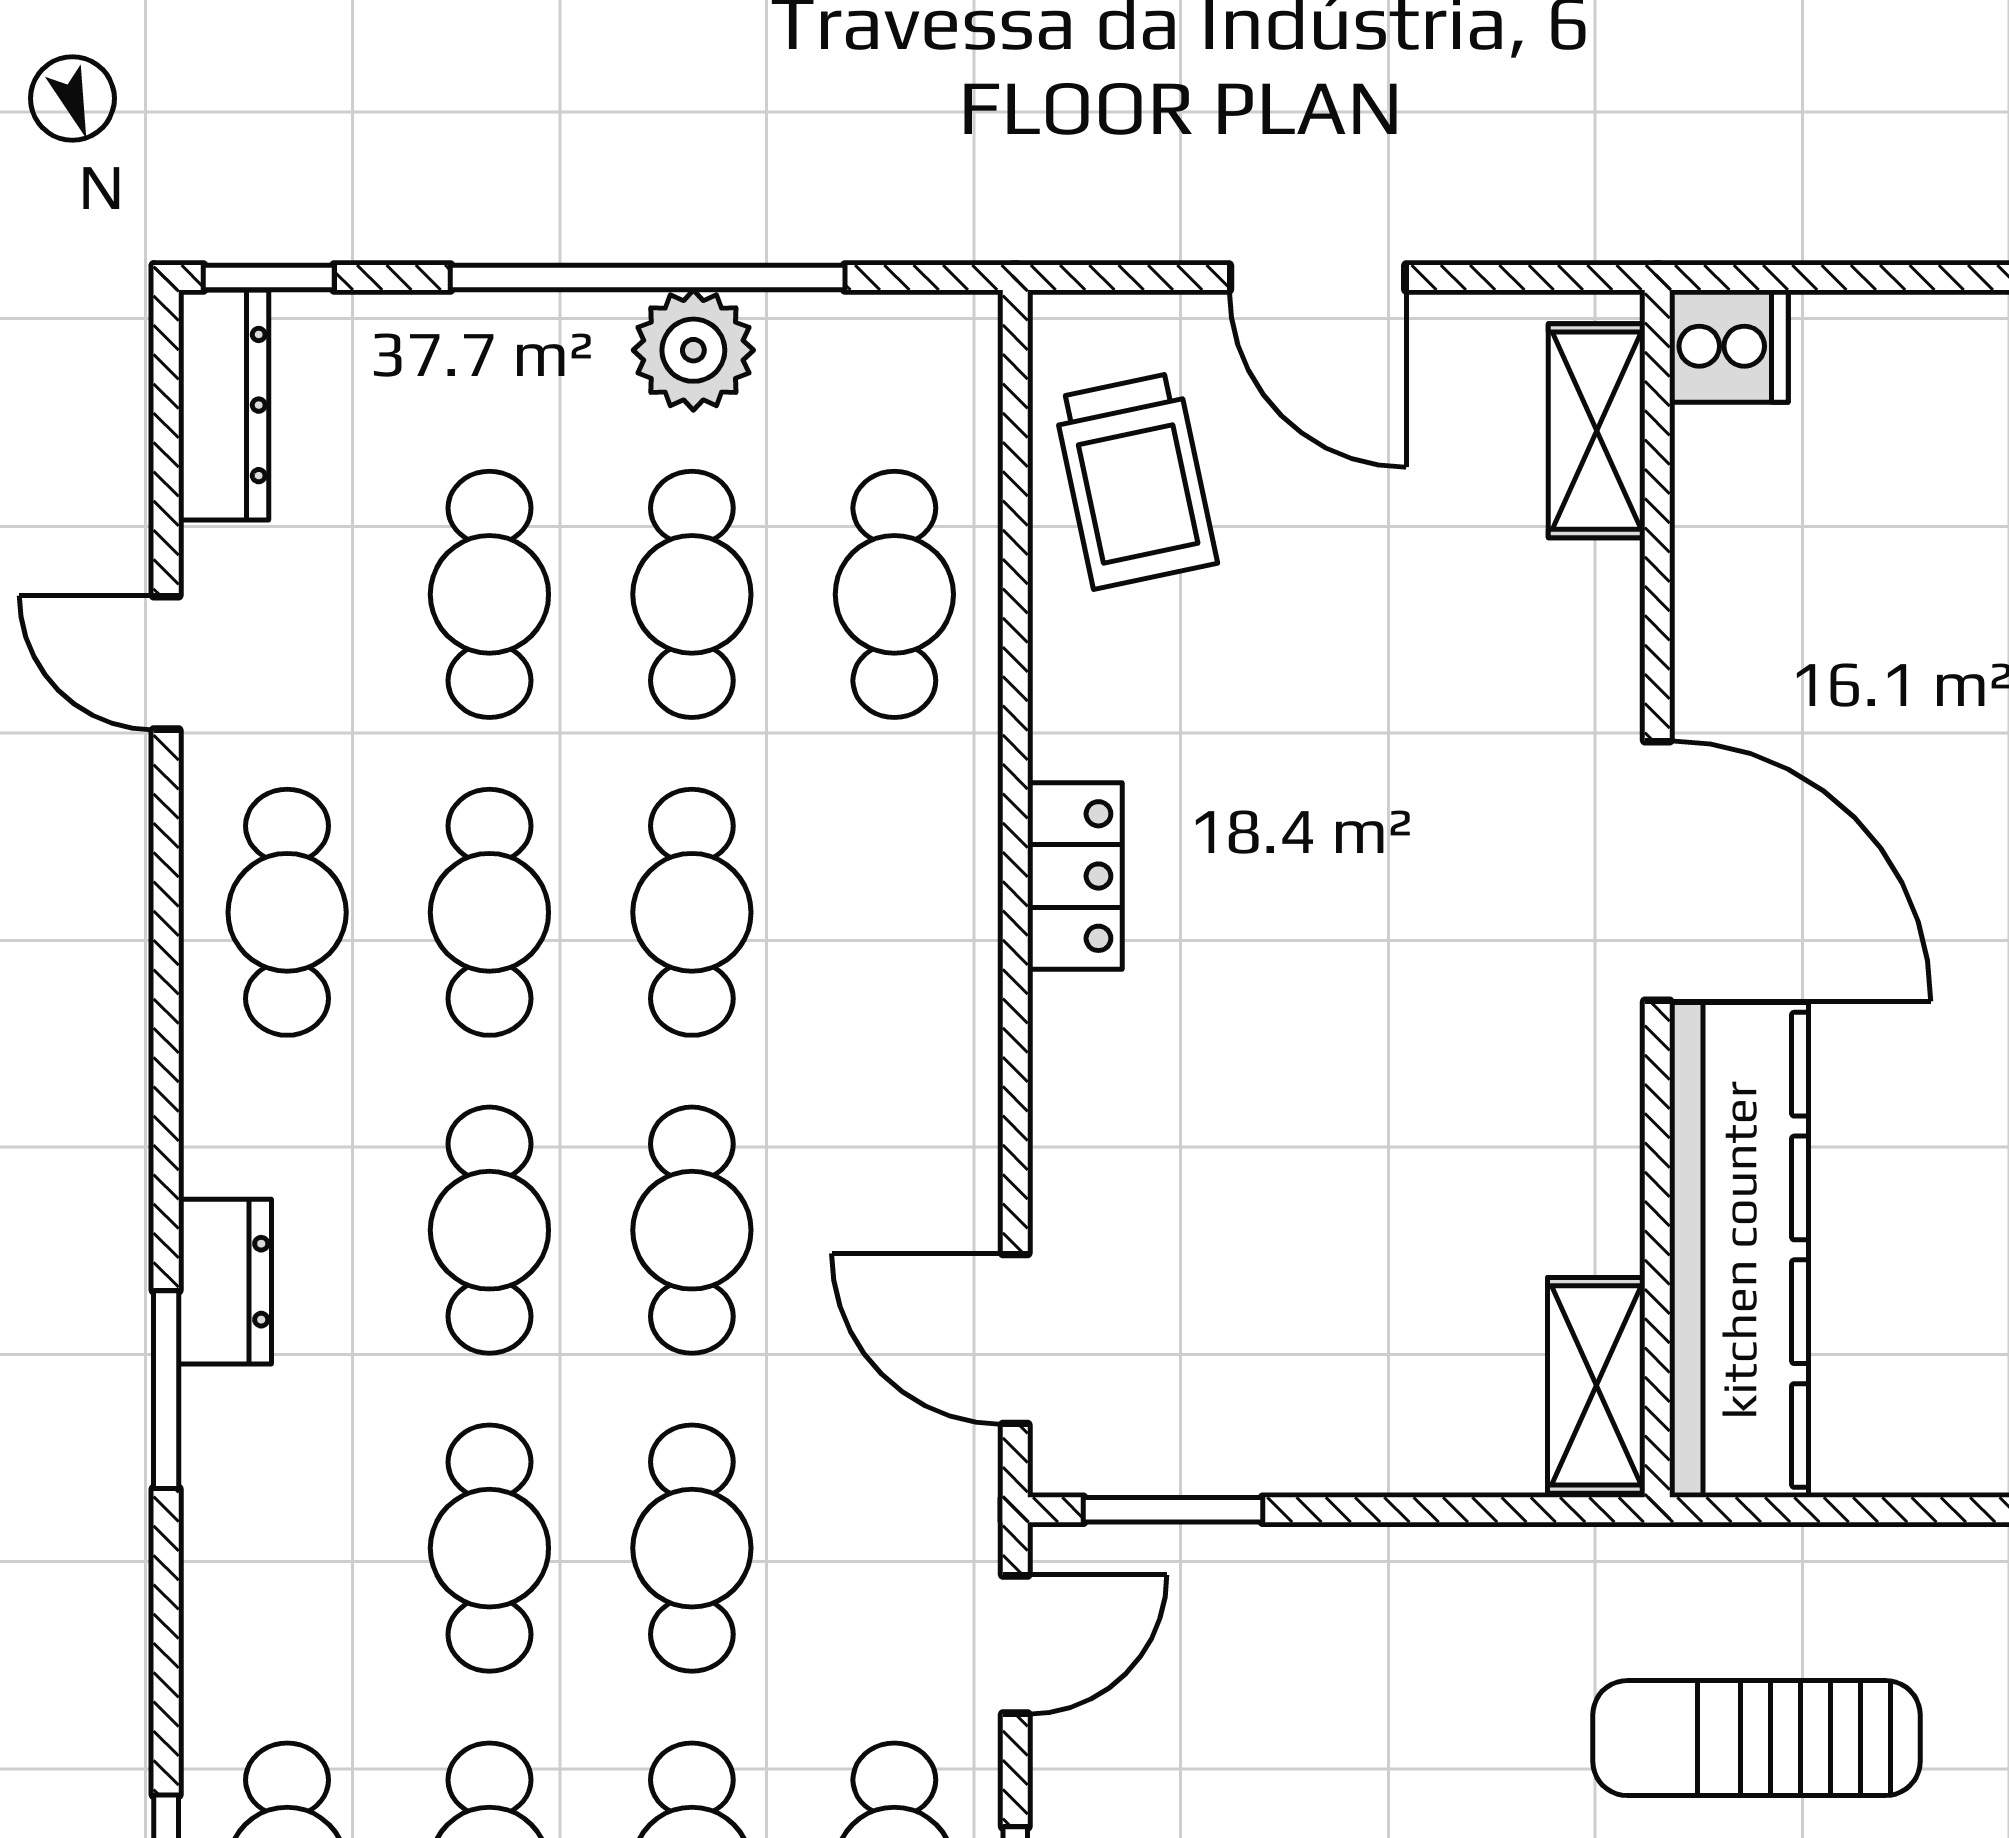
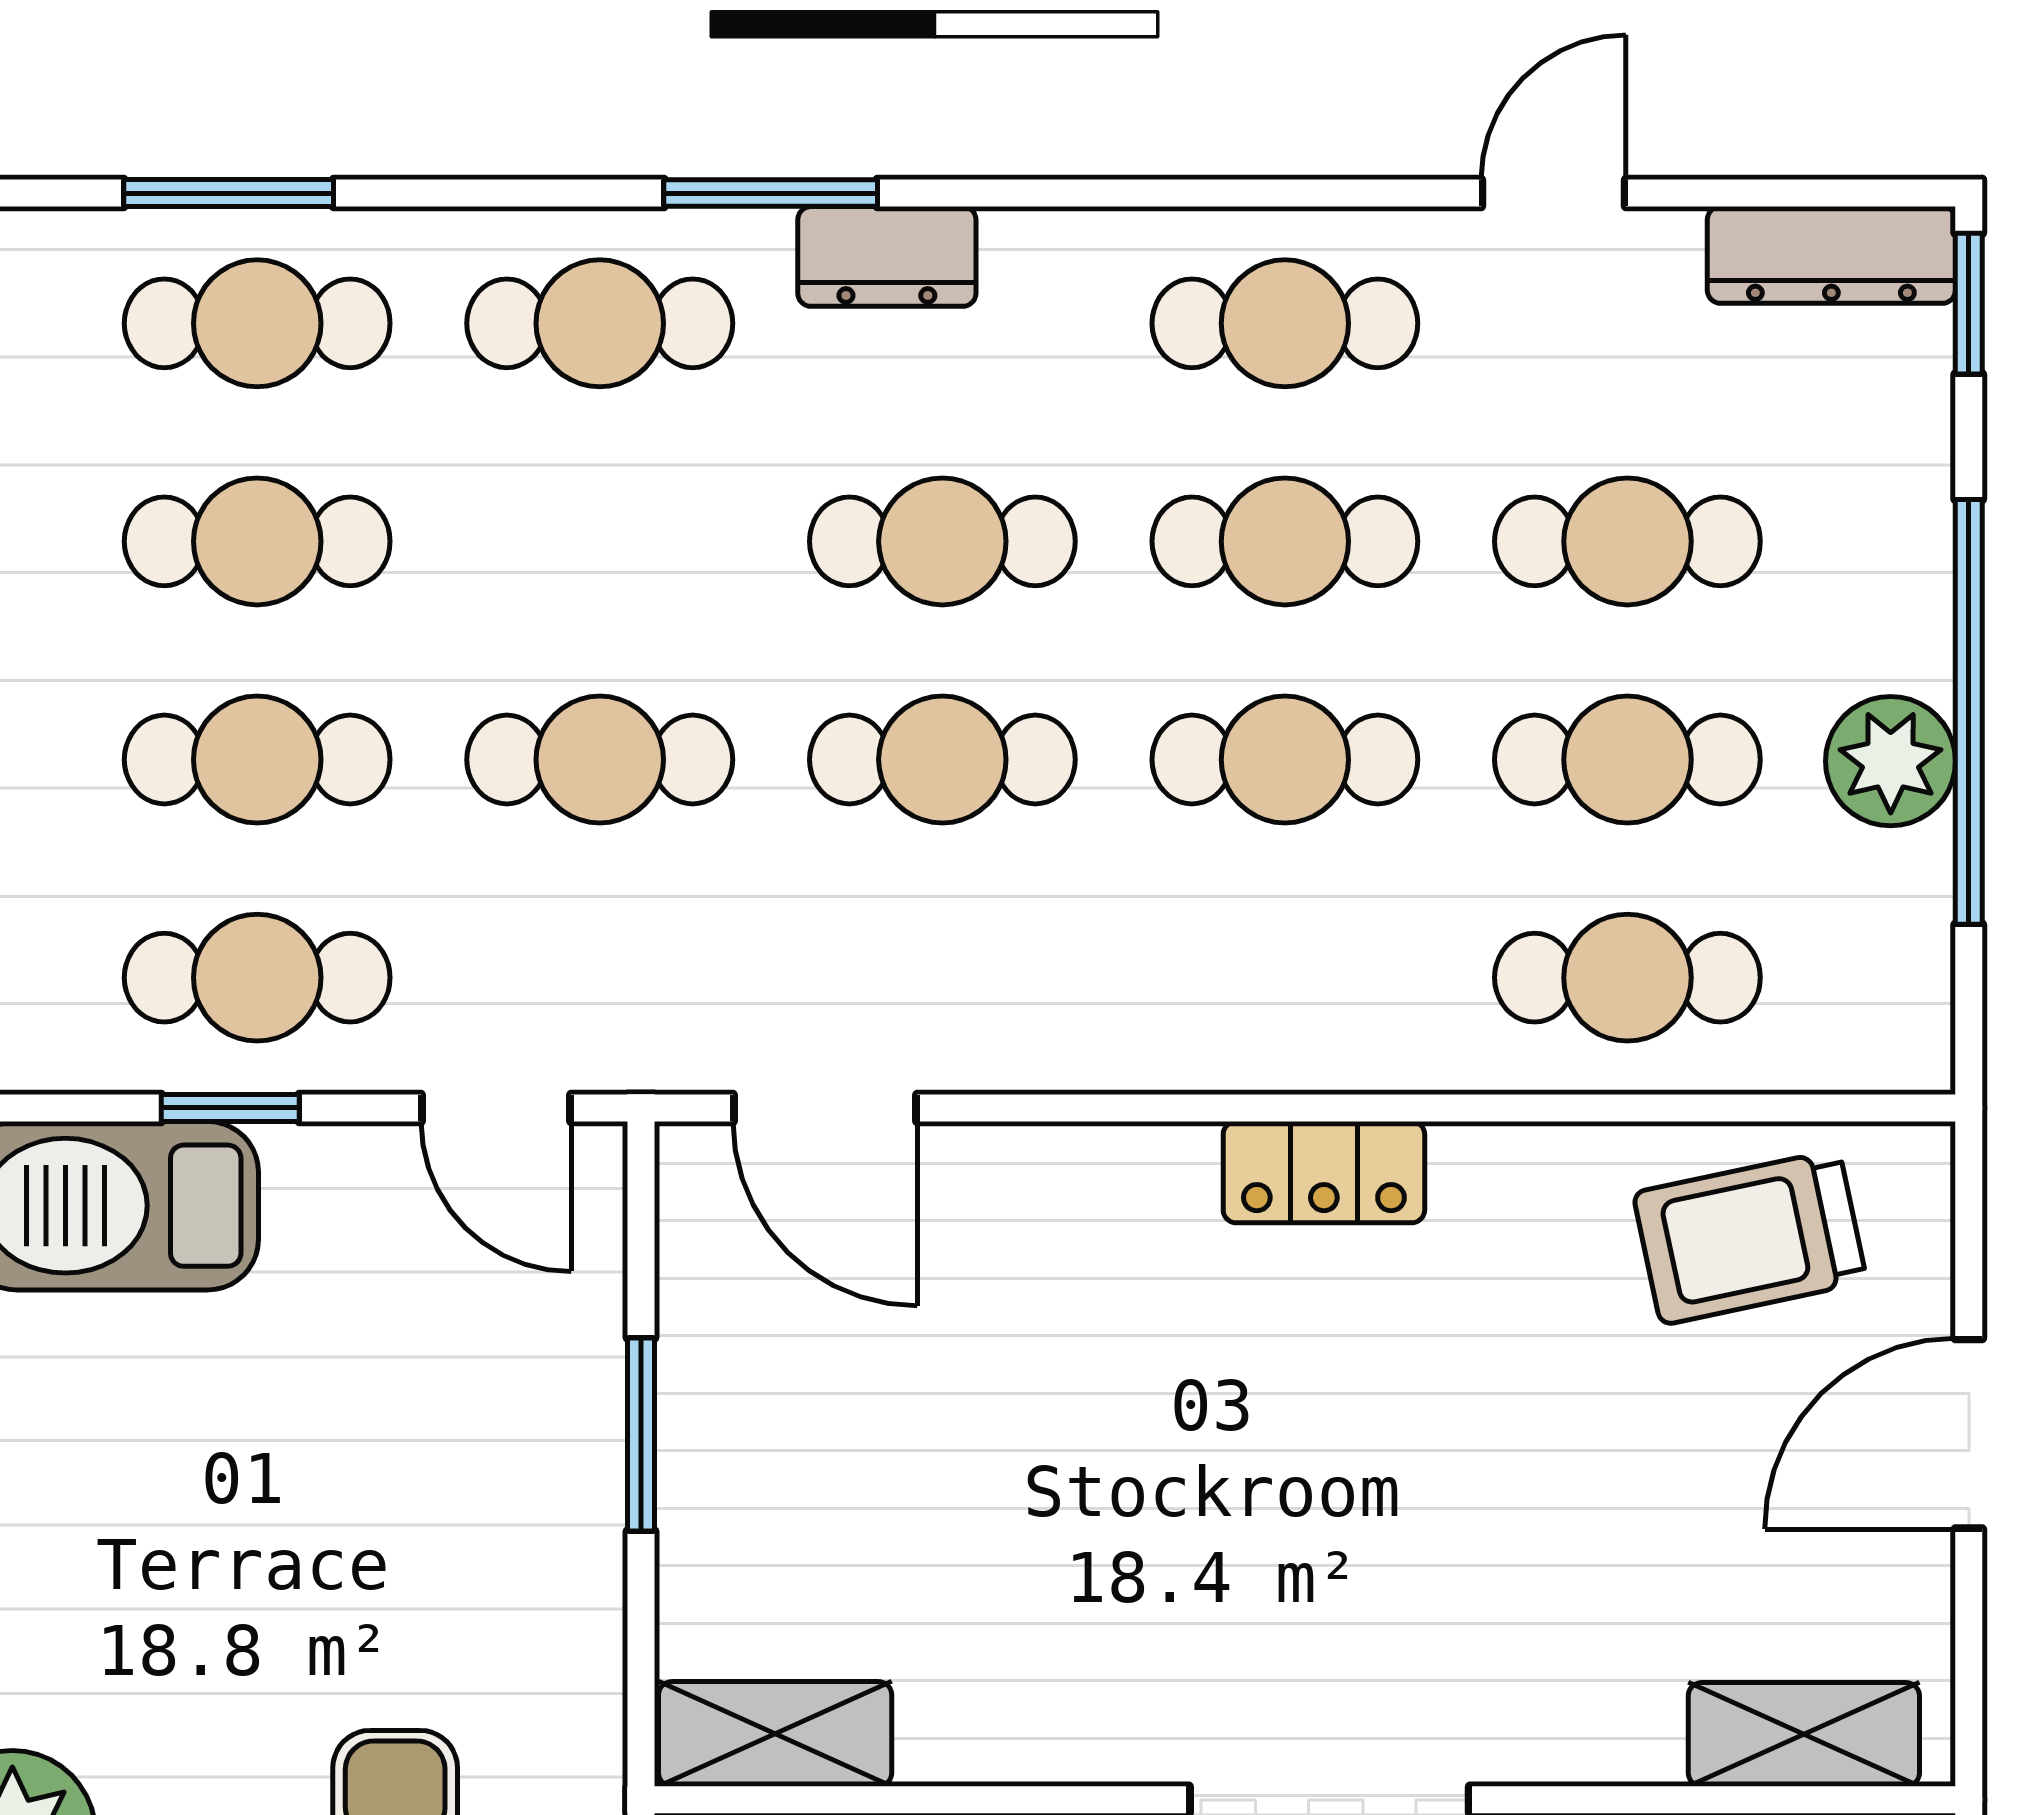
door: (1015, 1339) -> (825, 1108), swing flipped
window: (1173, 1510) -> (641, 1435), moved
cafe table: (489, 1548) -> (600, 323), moved

